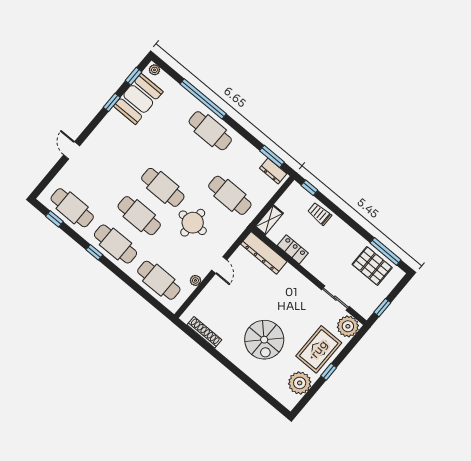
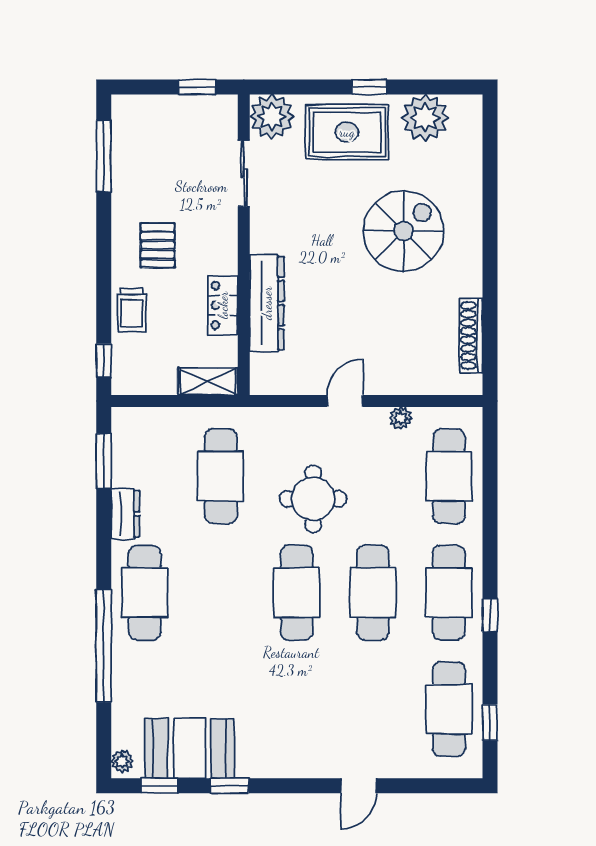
dresser: (273, 171) -> (125, 514), moved
dresser: (264, 253) -> (267, 303), moved
pallet: (372, 266) -> (158, 245), moved, width x0.67, depth x0.71

